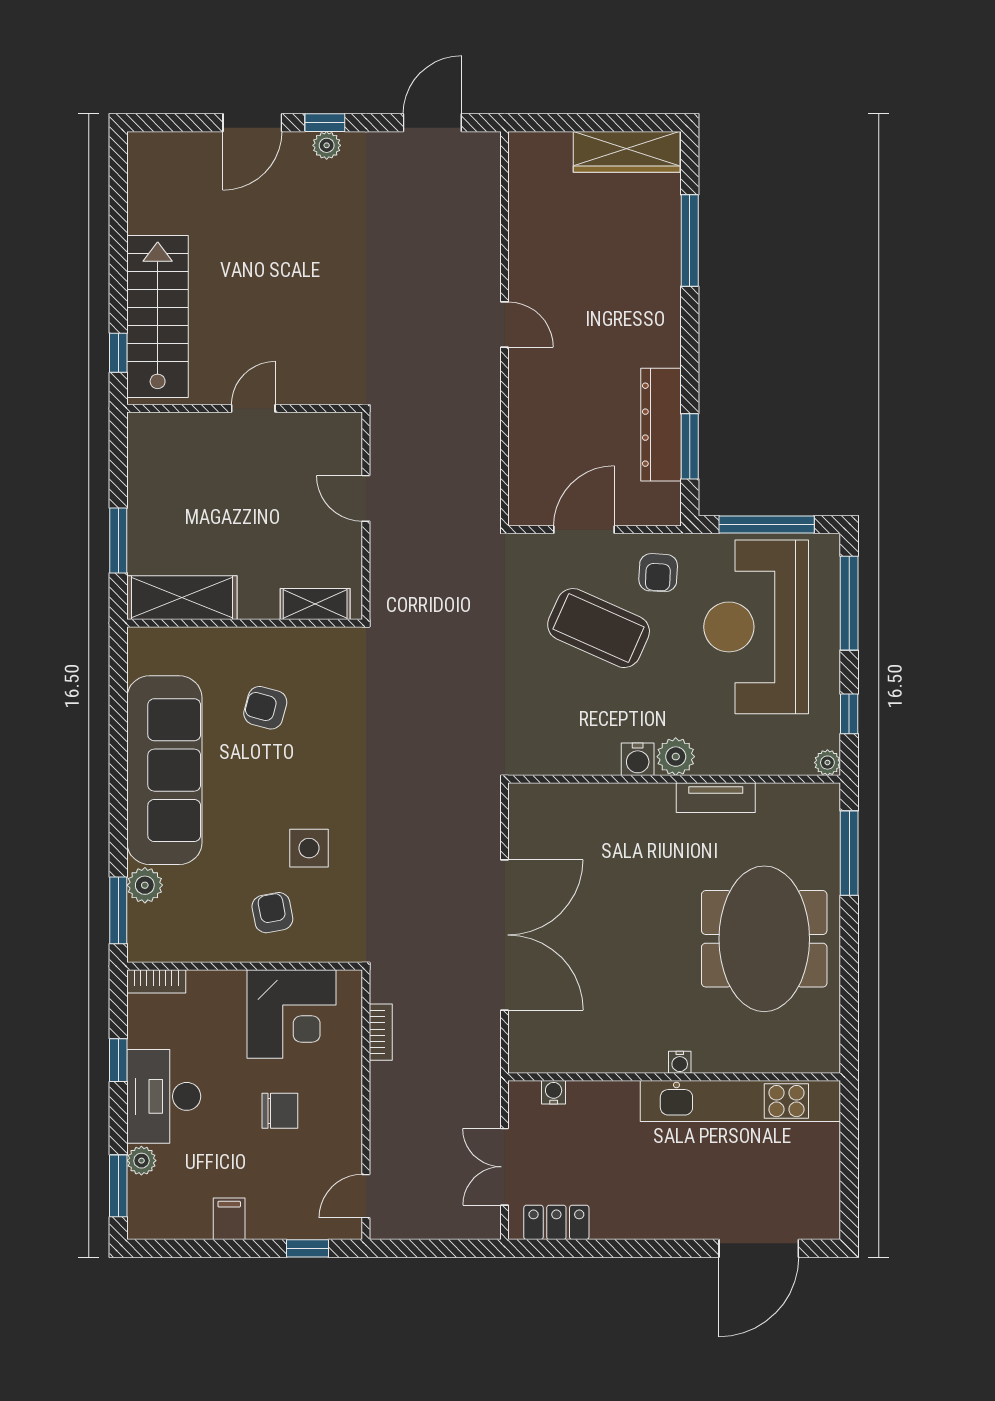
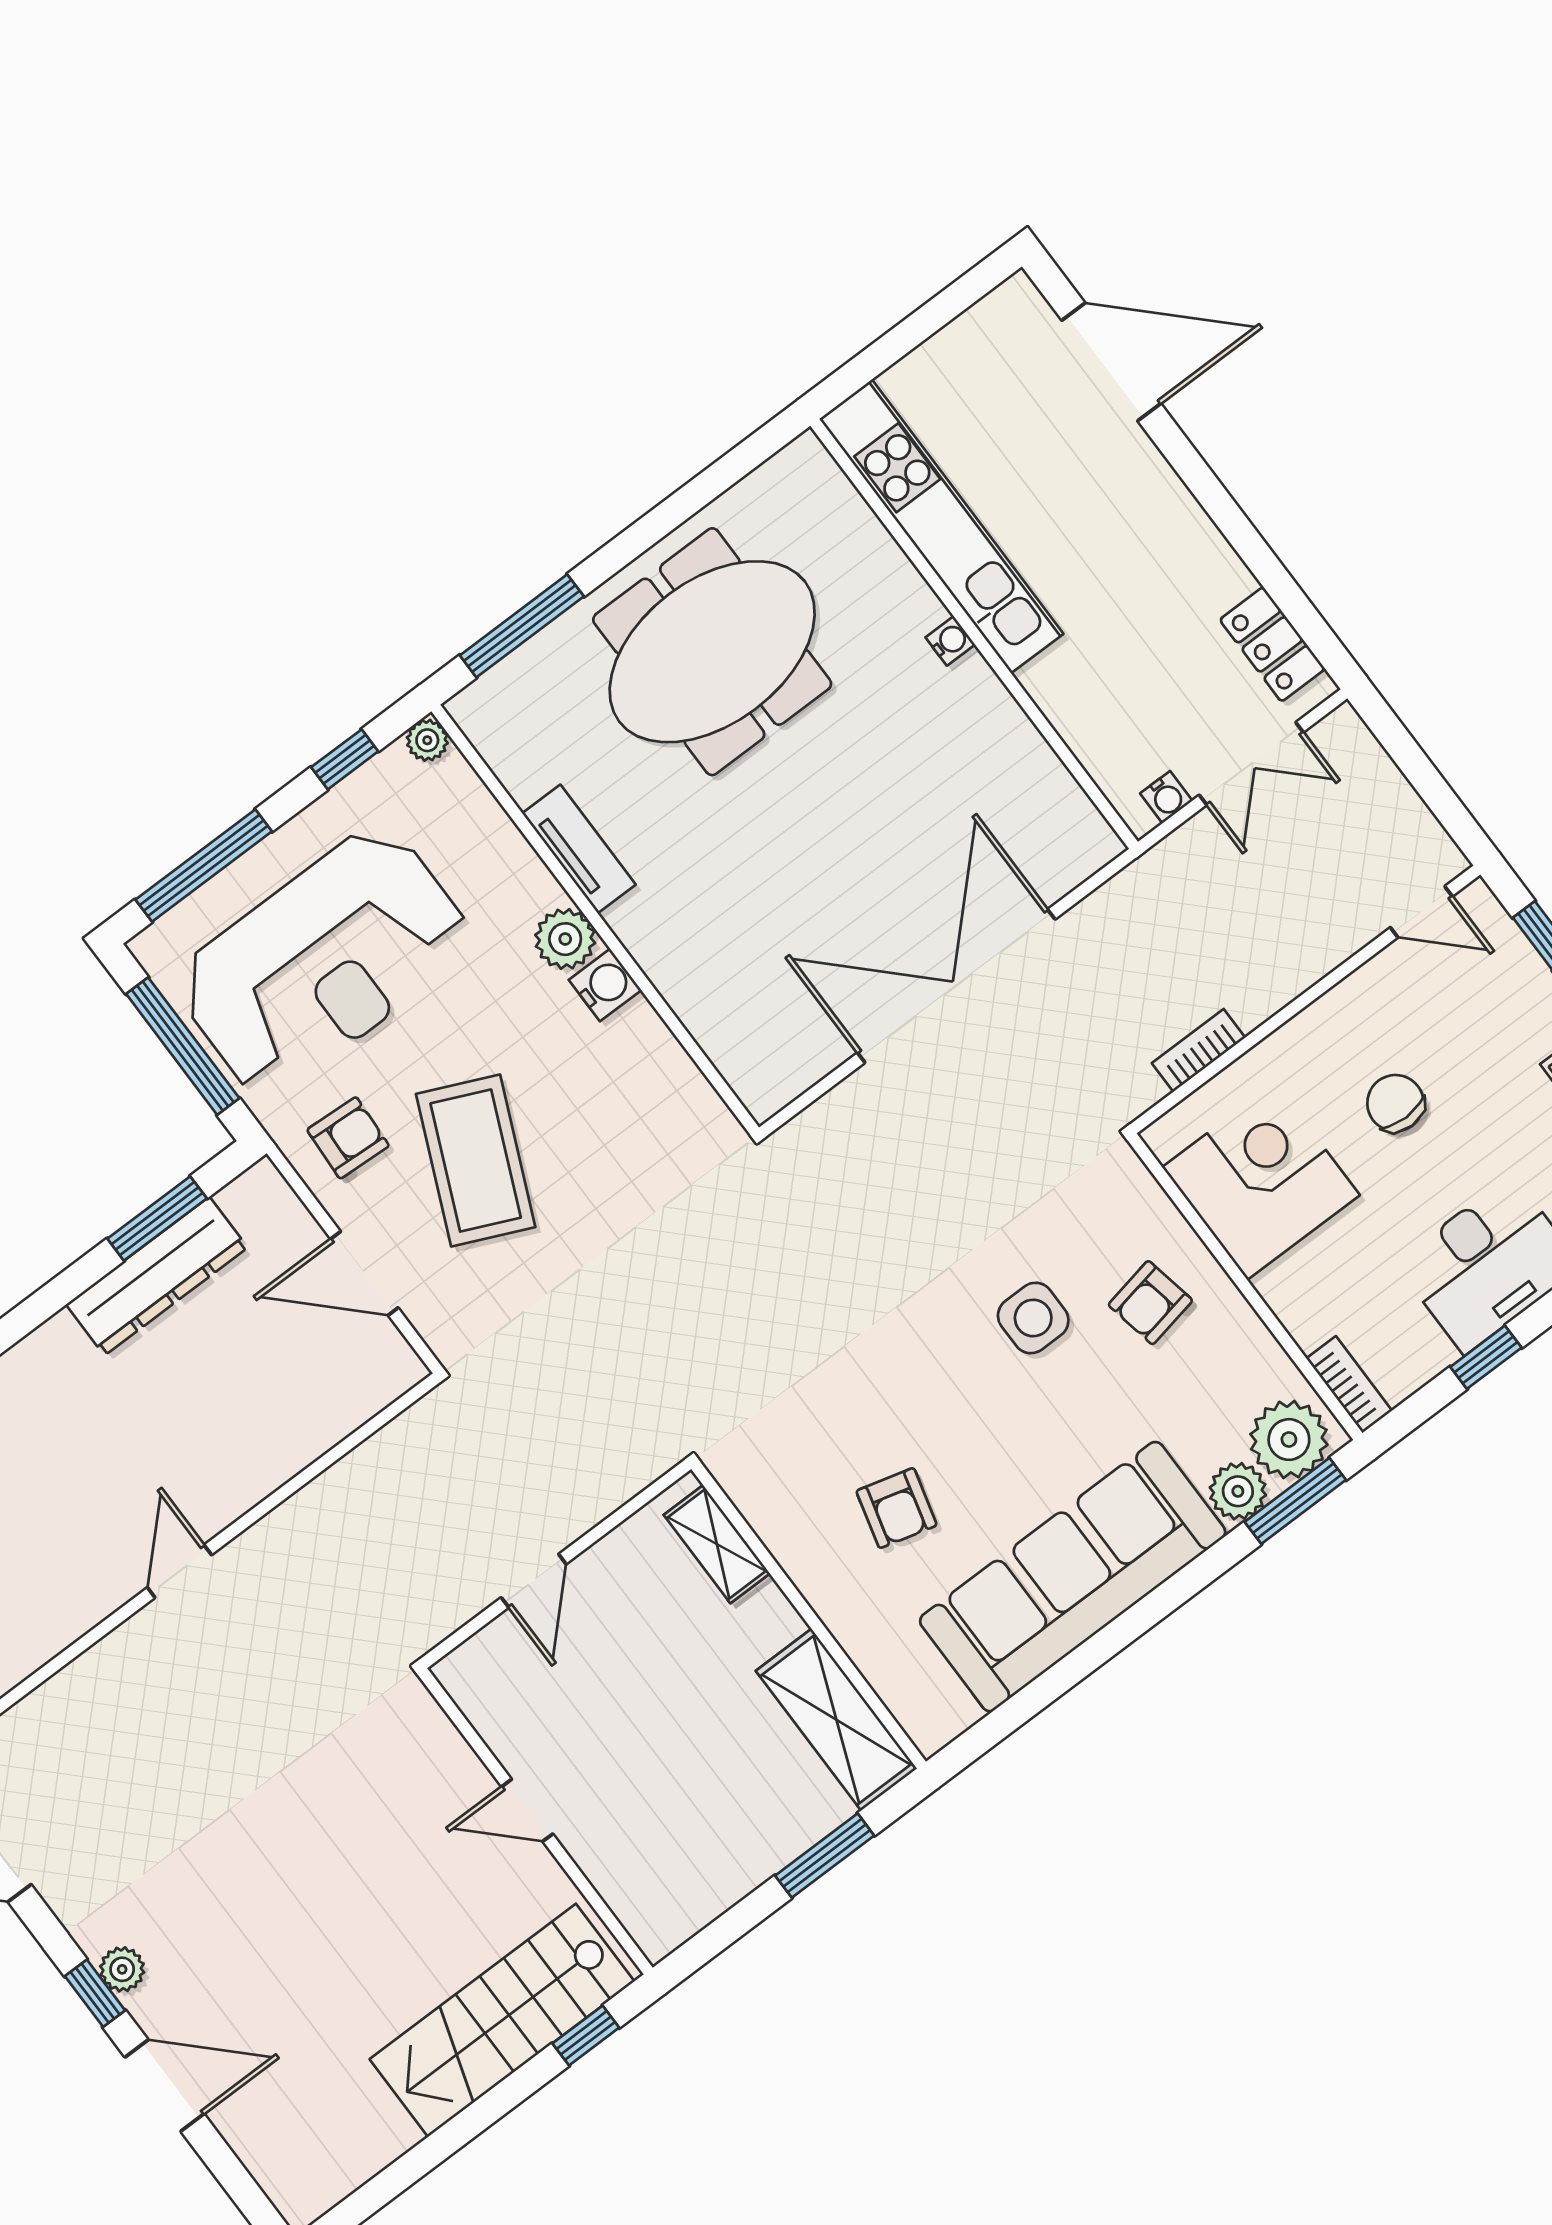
plant: (151, 930) -> (1289, 1440), added
water cooler: (554, 1092) -> (1166, 797), moved, turned -90

